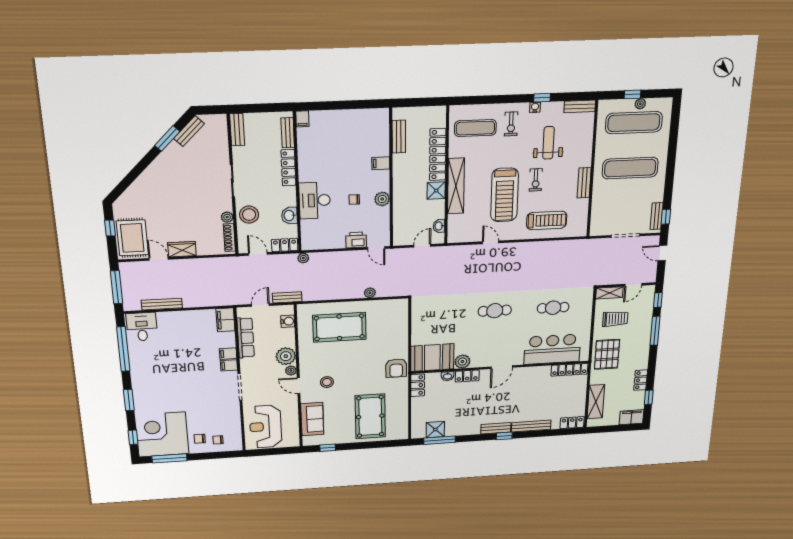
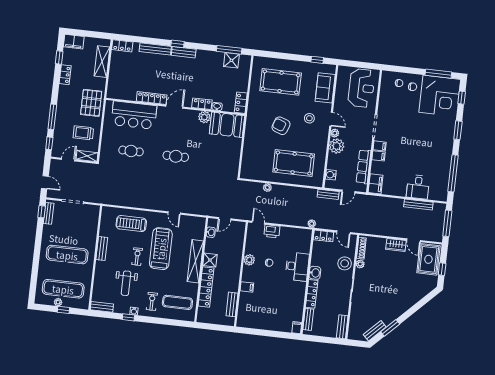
washbasin: (289, 216) -> (315, 273), moved
desk: (142, 327) -> (418, 187), moved
armchair: (396, 368) -> (281, 126), moved, turned -70
locker: (569, 370) -> (152, 98), moved
pool table: (370, 416) -> (281, 82), turned 90

